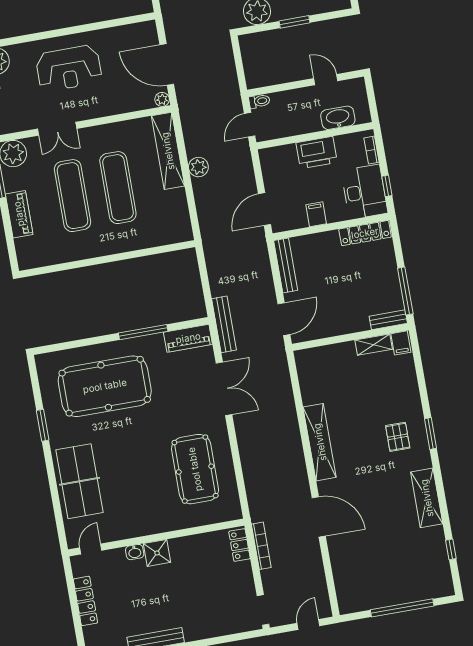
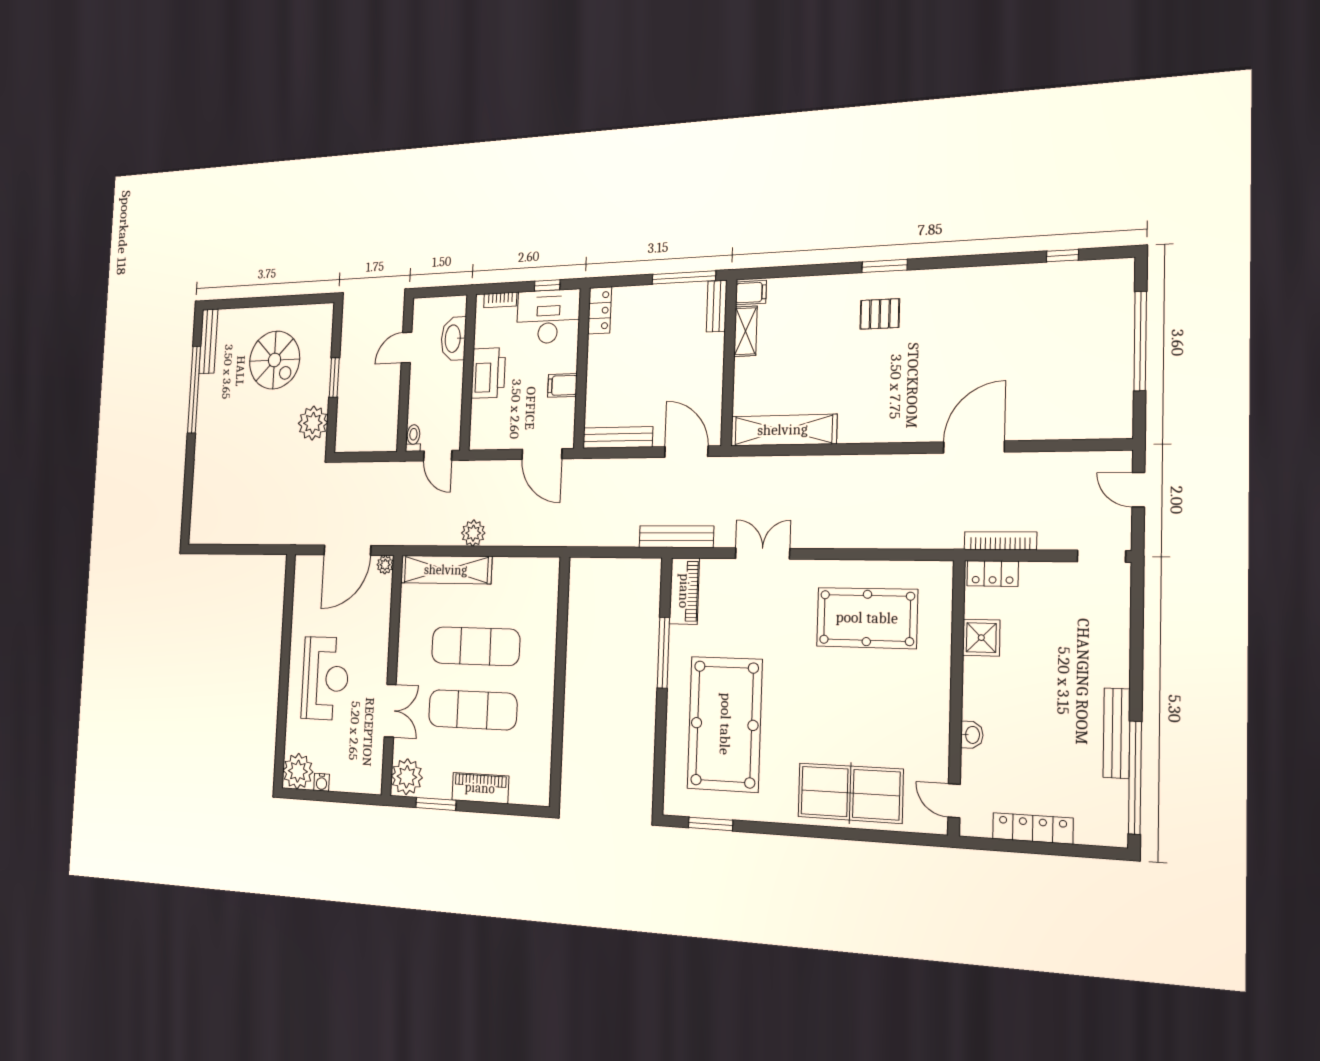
locker: (365, 233) -> (600, 310), width x0.66
double door: (224, 389) -> (763, 554), width x0.73
window: (43, 425) -> (711, 824), moved
shelving: (320, 442) -> (783, 430), moved
shelving: (427, 498) -> (977, 283), removed
shower: (157, 553) -> (981, 638), moved

